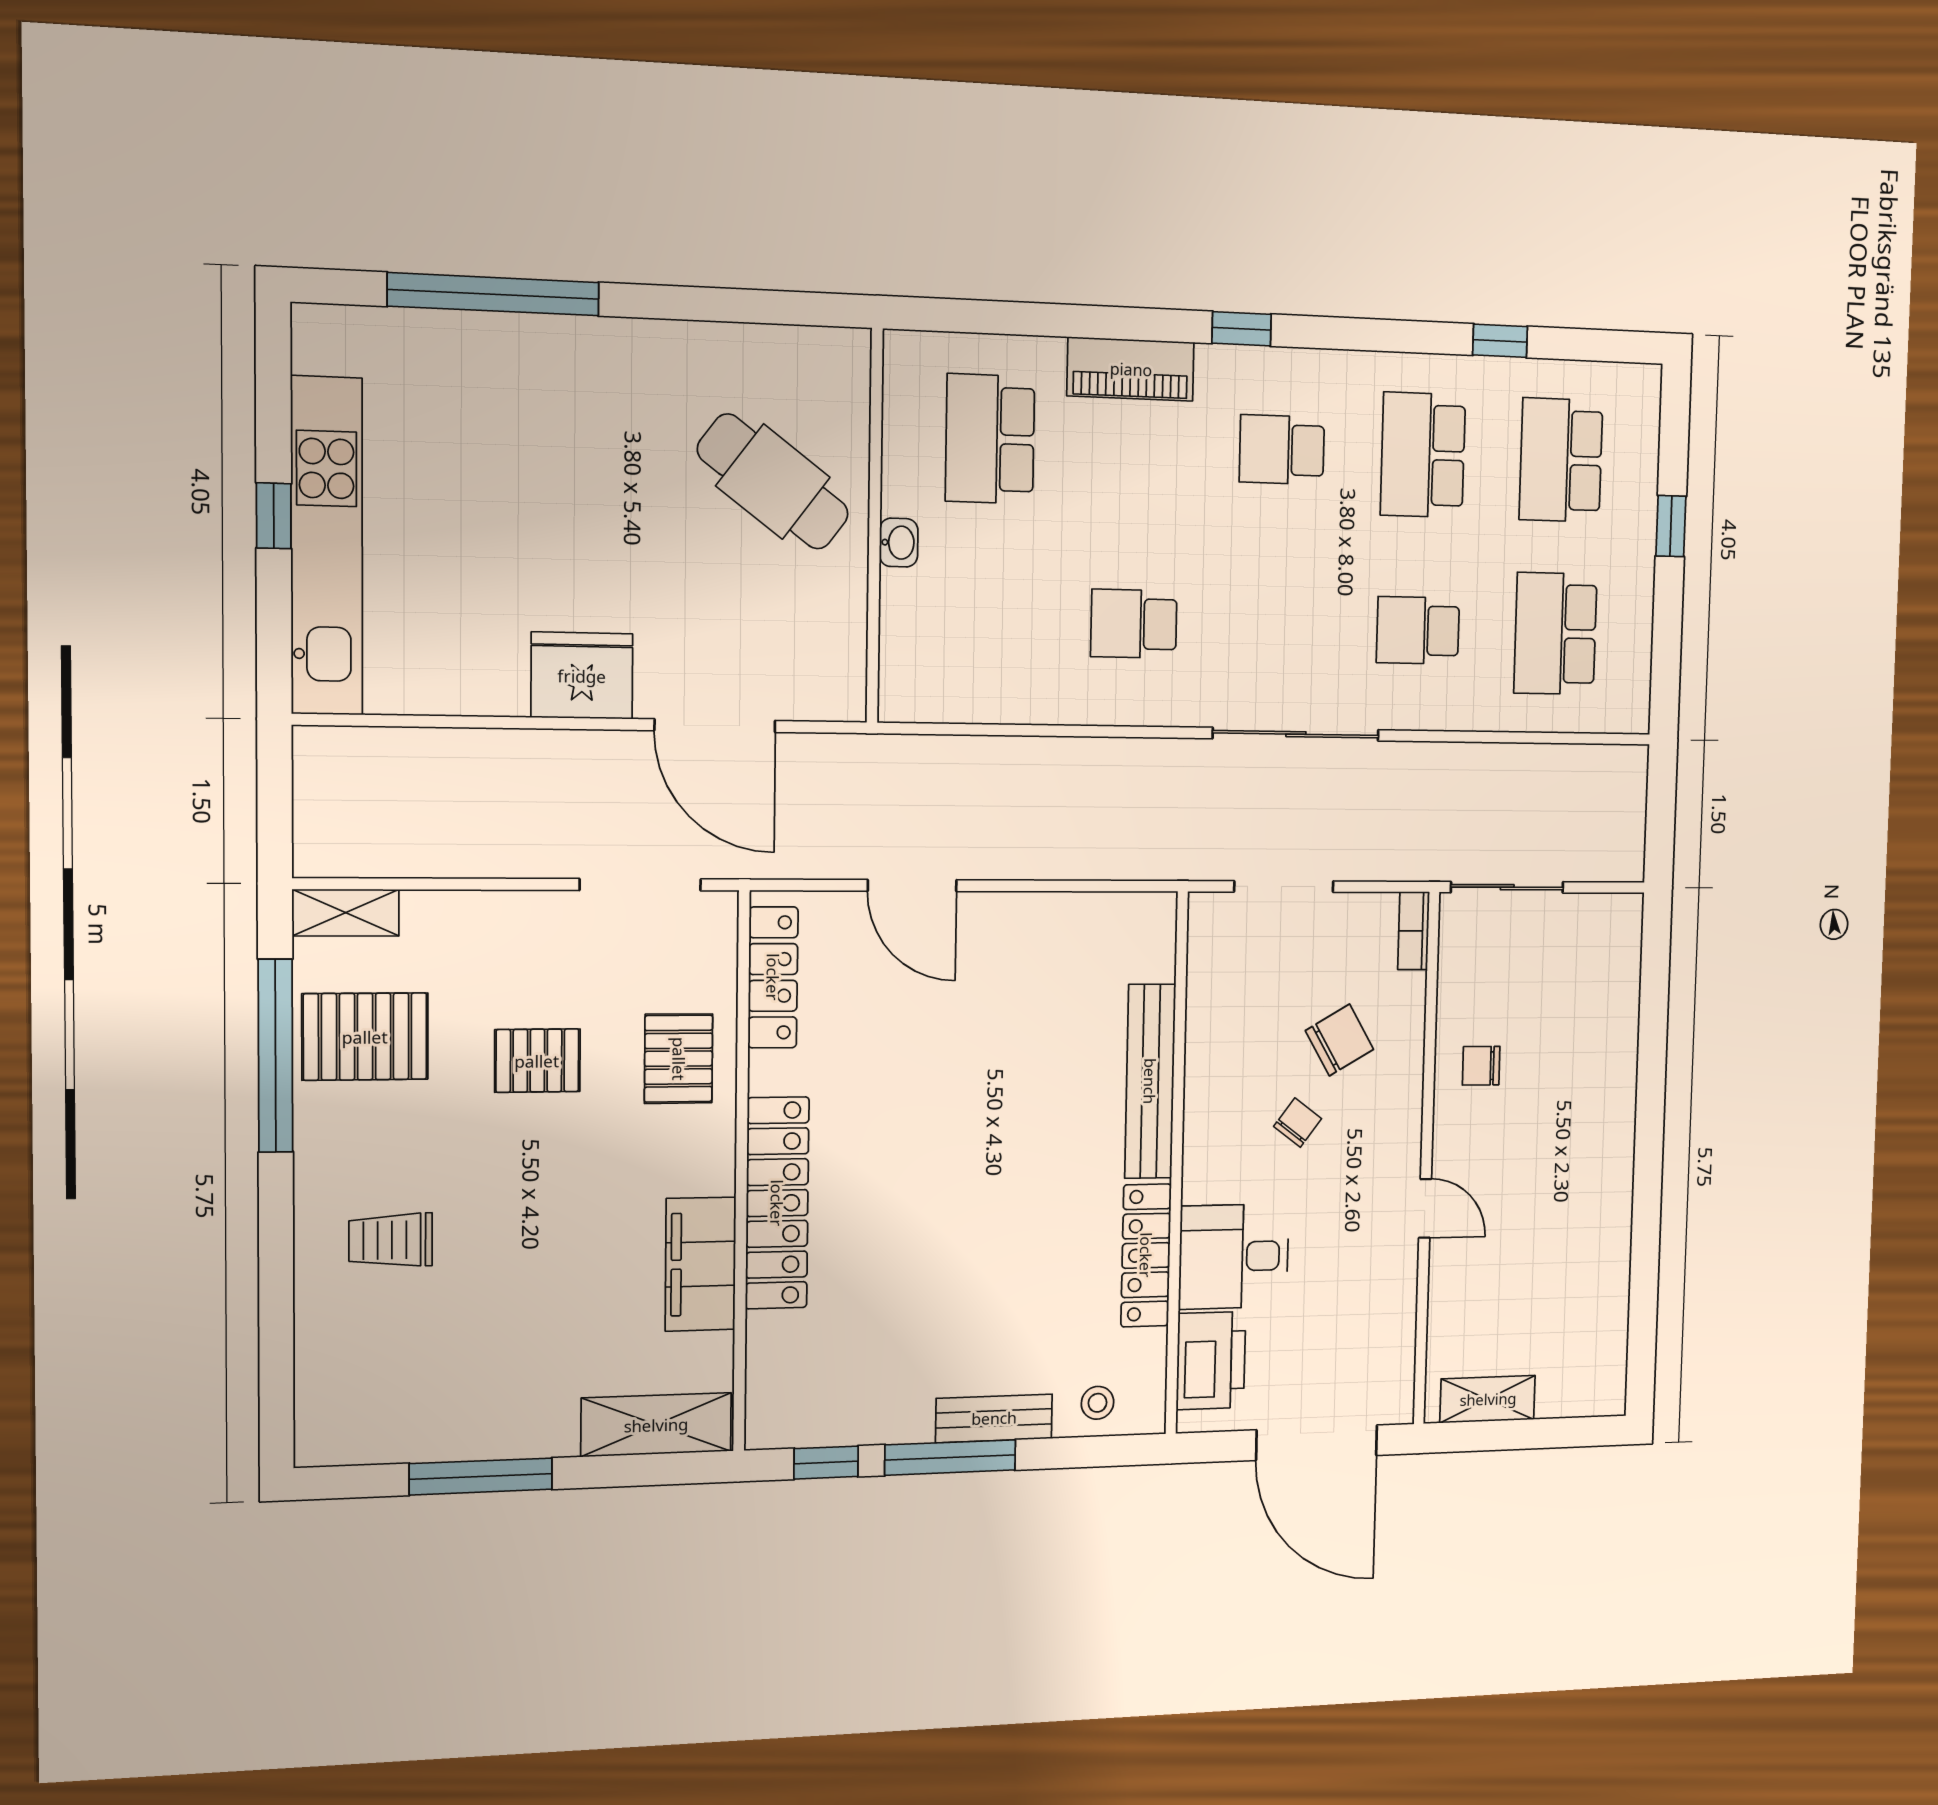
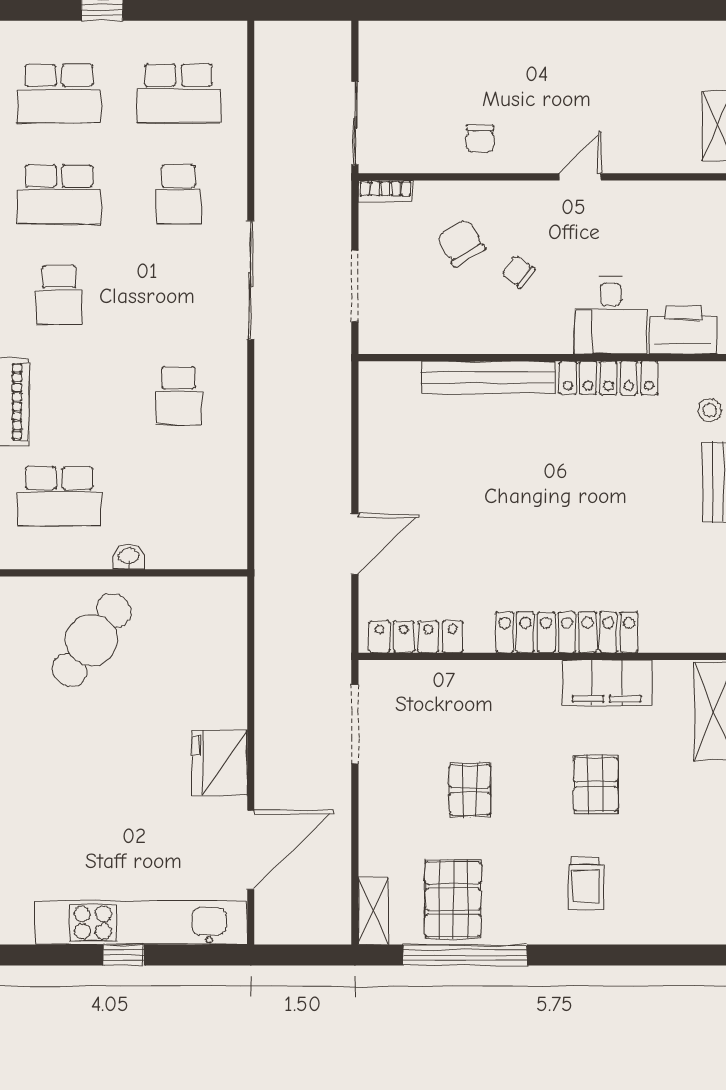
door: (715, 726) -> (251, 850), moved
pallet: (679, 1059) -> (596, 784), moved, turned 90

